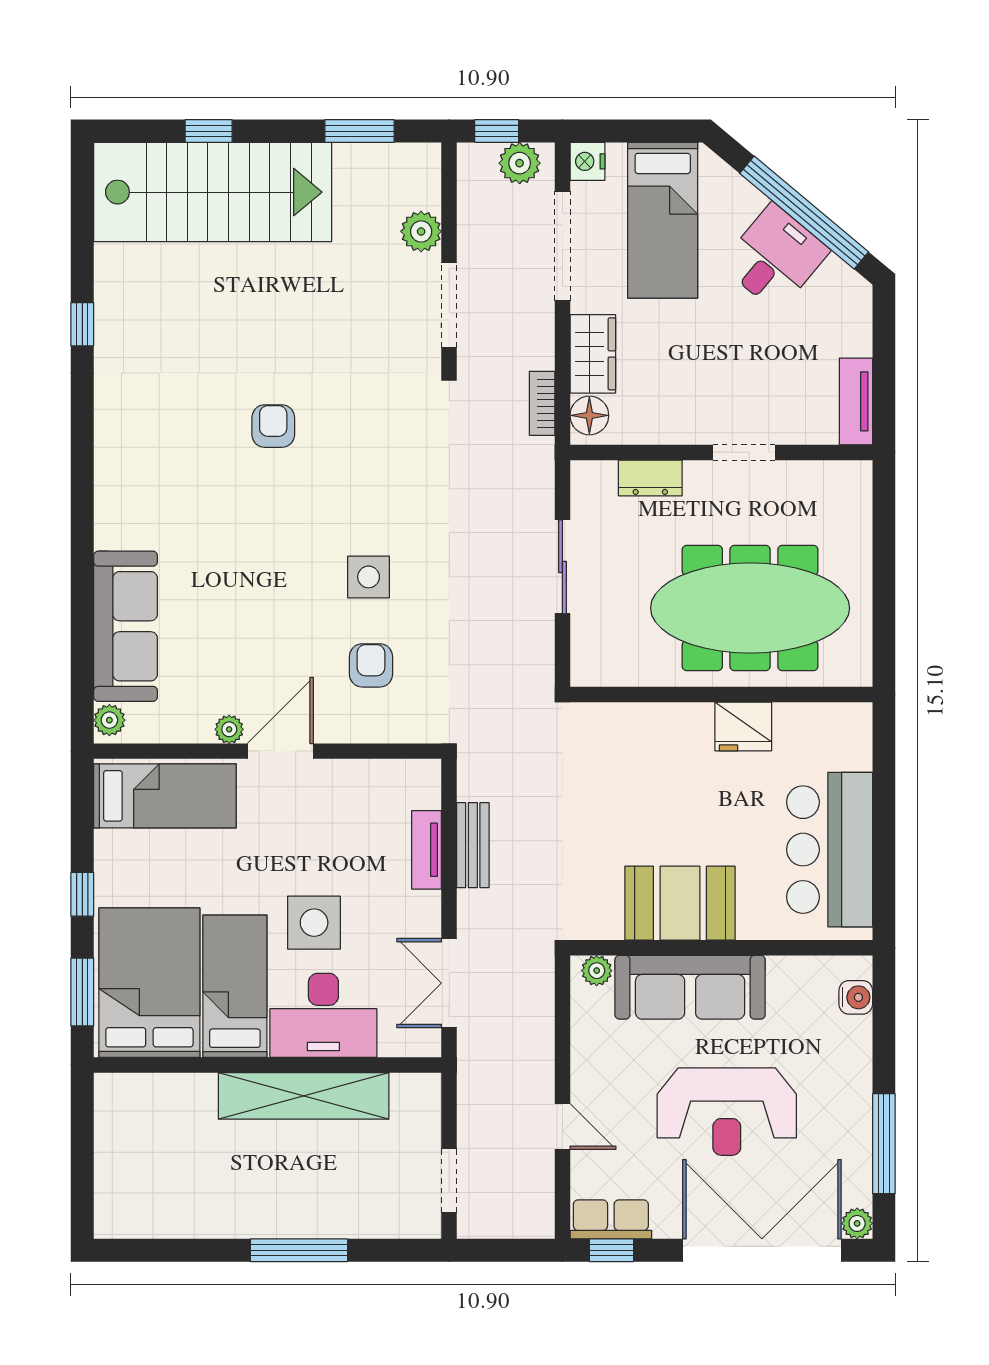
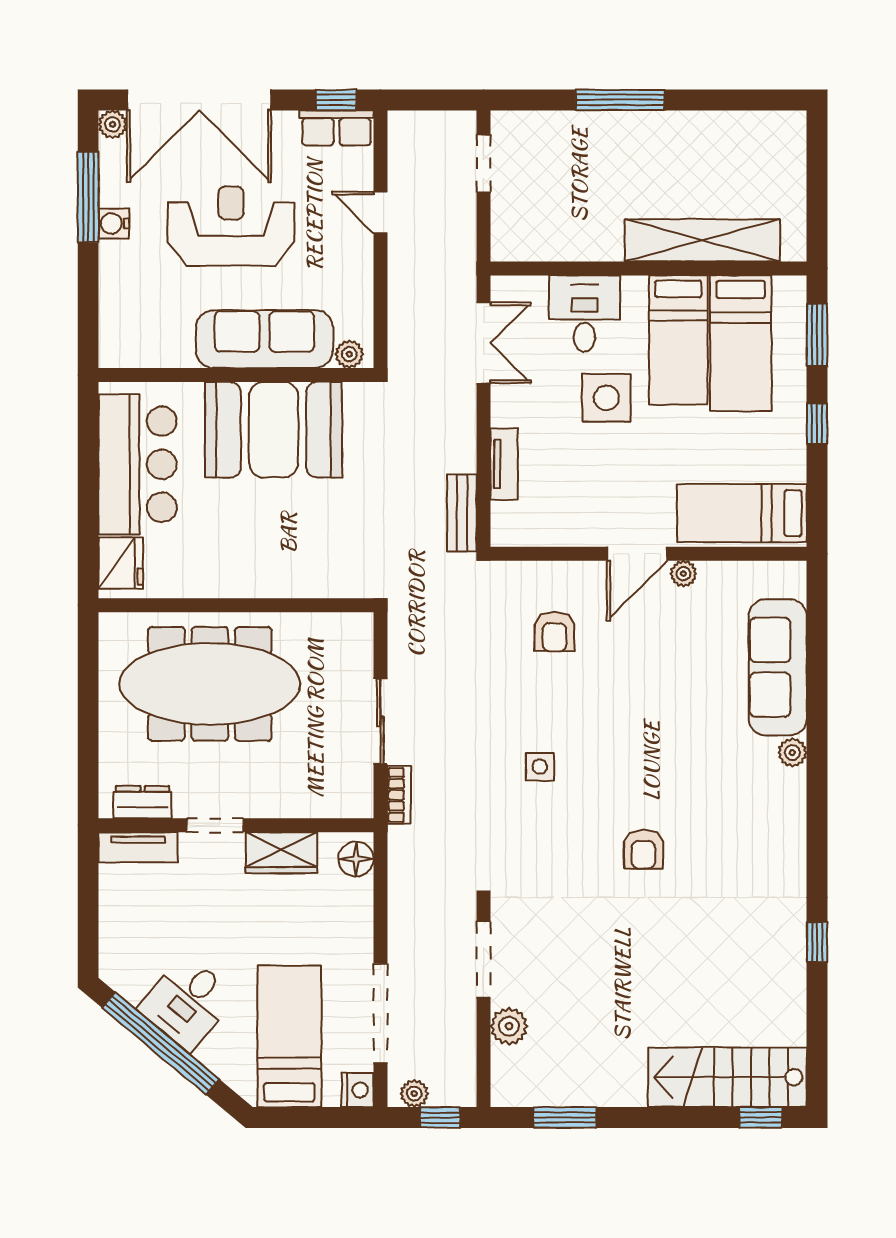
window: (209, 131) -> (761, 1118), moved
plant: (520, 163) -> (414, 1094), width x0.73, depth x0.73
stairs: (213, 192) -> (727, 1077), width x0.73, depth x0.66
wardrobe: (593, 354) -> (281, 853), moved, turned -90
tv unit: (856, 401) -> (138, 847), moved, turned 90
bookcase: (542, 403) -> (399, 795), moved
dresser: (650, 478) -> (142, 802), moved
side table: (369, 577) -> (540, 767), moved, width x0.73, depth x0.73
plant: (109, 720) -> (792, 753), moved
fridge: (743, 726) -> (121, 563), moved, turned 90
bench: (473, 845) -> (462, 513), moved
booth: (680, 903) -> (274, 430), width x1.36, depth x1.42
bed: (149, 983) -> (741, 343), width x0.67
water cooler: (856, 997) -> (114, 223), moved
desk: (323, 1015) -> (585, 313), width x0.73
shelving: (304, 1096) -> (702, 240), moved

